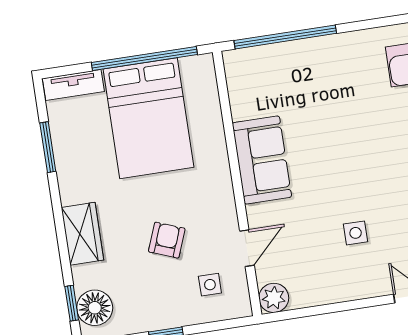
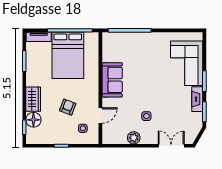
plant: (274, 298) -> (134, 138), moved
floor lamp: (95, 308) -> (33, 120), moved

